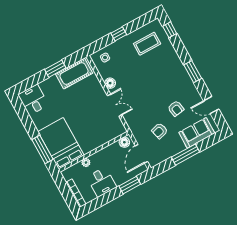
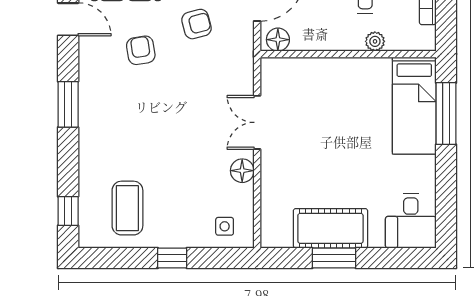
coffee table: (147, 44) -> (127, 208), turned 90
cot: (74, 74) -> (330, 228), moved
bed: (61, 143) -> (414, 106), width x0.67

